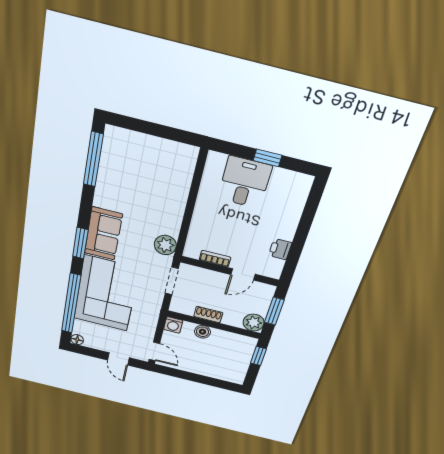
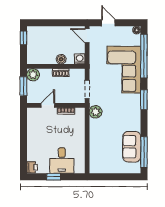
sofa: (103, 234) -> (132, 147), moved
printer: (280, 249) -> (32, 167), moved
window: (258, 356) -> (23, 38), moved

